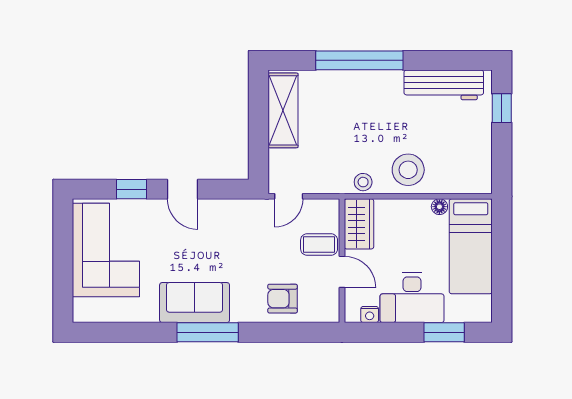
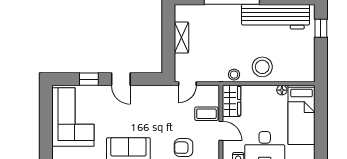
workbench: (444, 85) -> (276, 17), width x1.36, depth x1.32
shelving: (283, 110) -> (181, 37), width x0.67, depth x0.75

